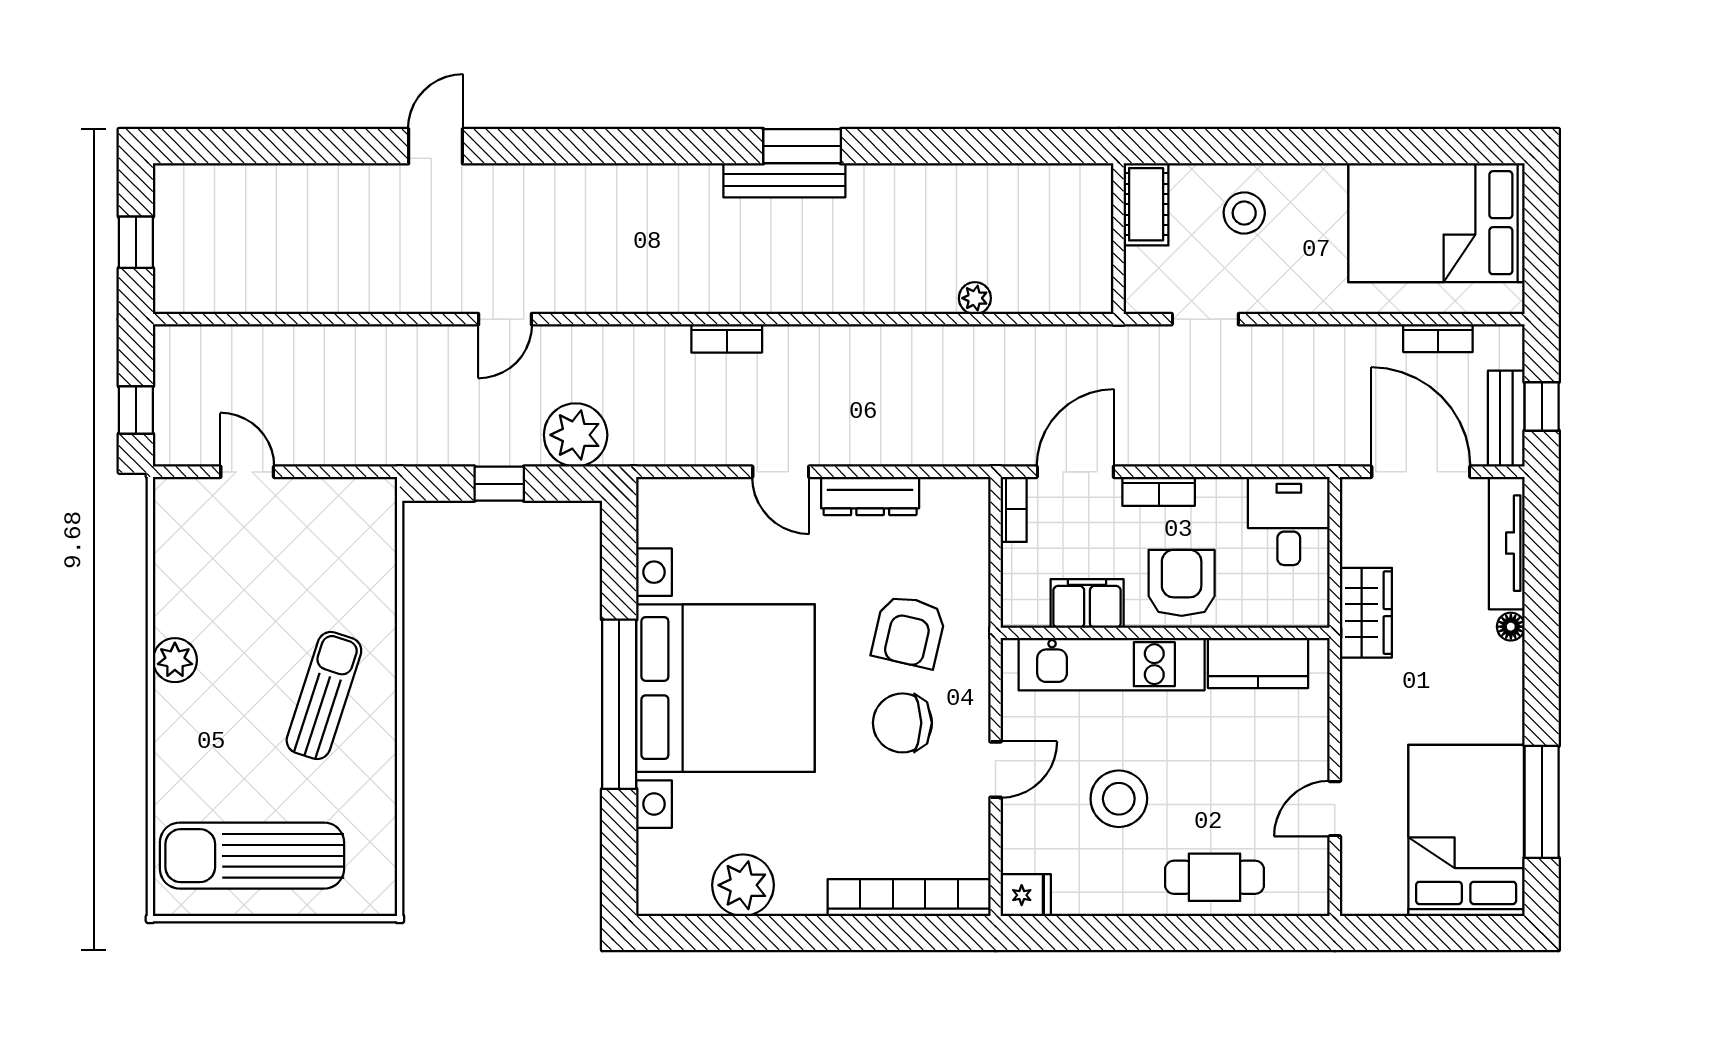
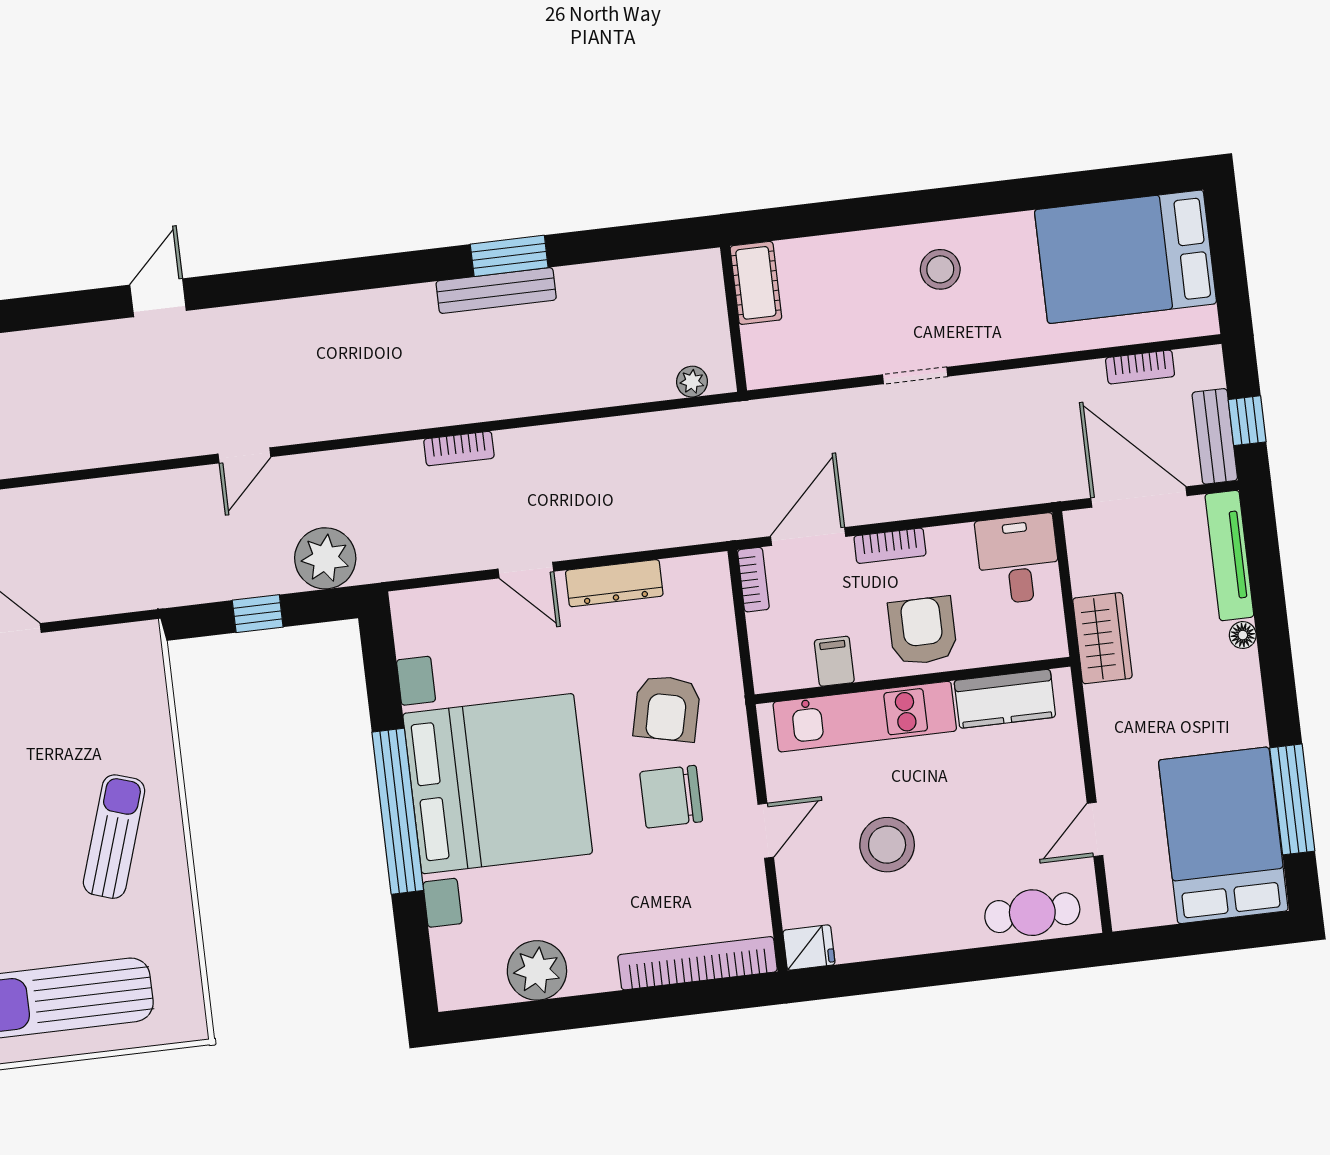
cot: (1146, 204) -> (756, 283), moved
wall: (1119, 239) -> (734, 319), moved
filing cabinet: (1087, 603) -> (834, 661), width x0.50
cafe table: (1215, 877) -> (1032, 913), moved

